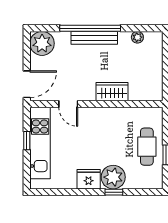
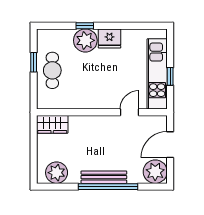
plant: (137, 37) -> (57, 173), width x1.88, depth x1.88
door: (27, 84) -> (170, 145), moved
wardrobe: (112, 92) -> (52, 124), moved
door: (68, 104) -> (129, 112), hinge flipped

